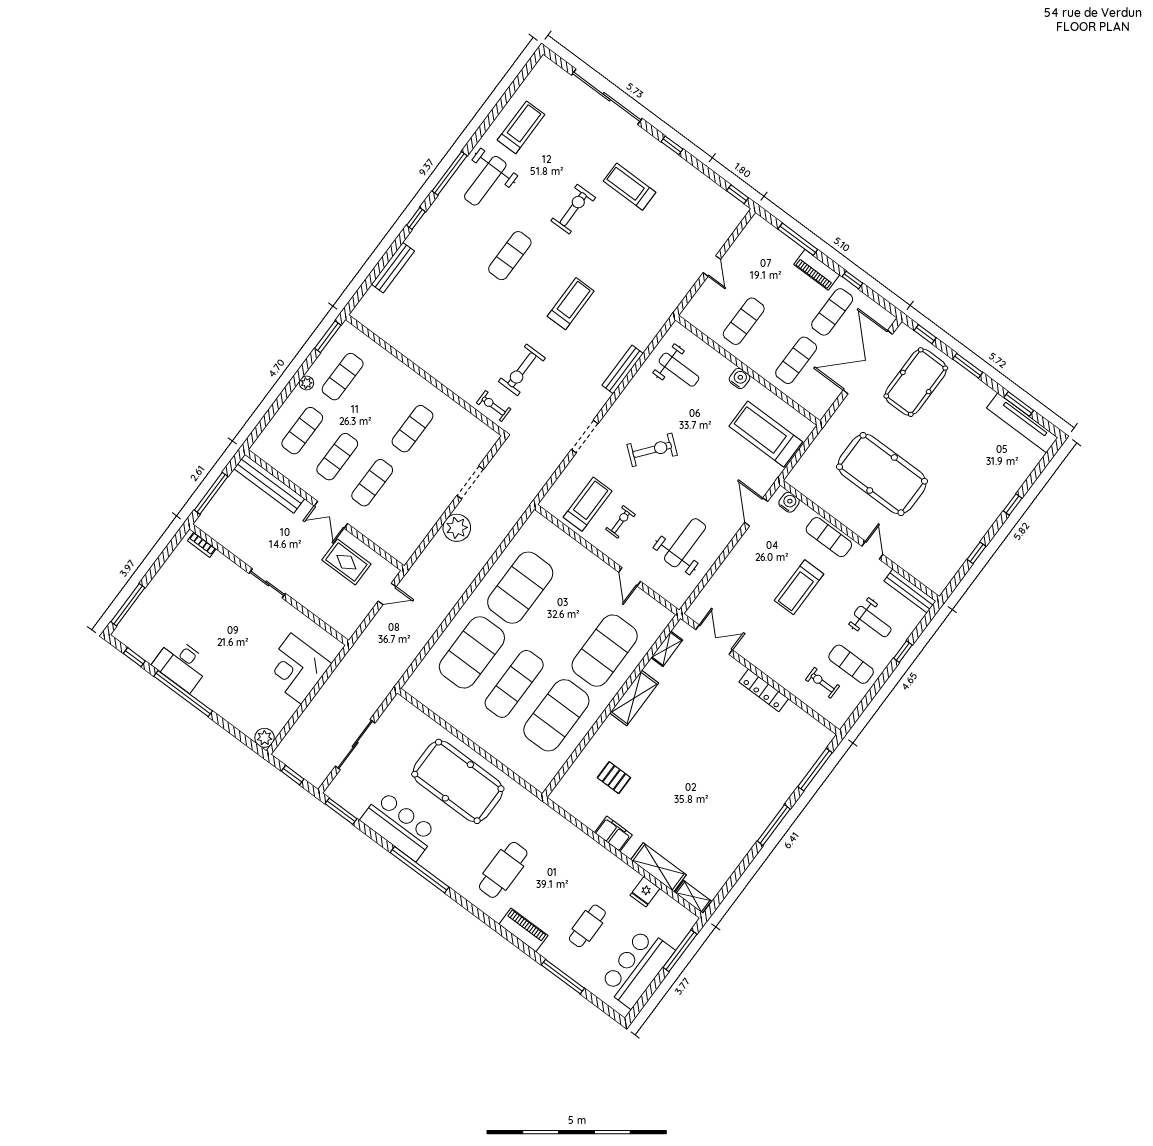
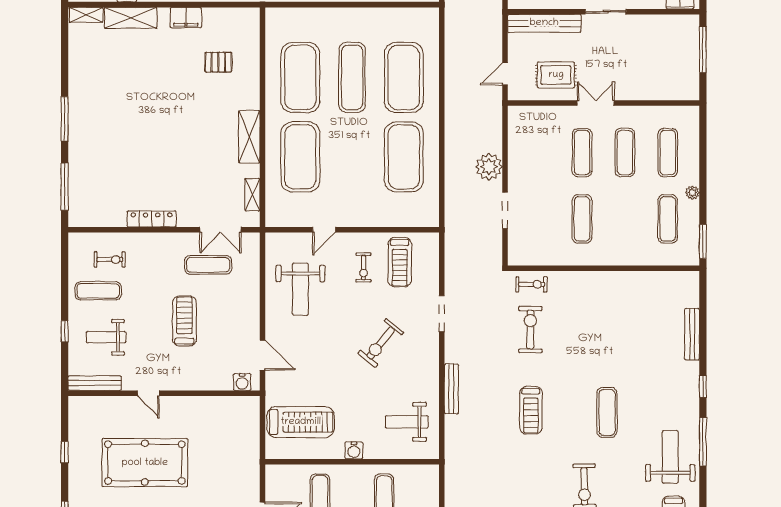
pool table: (882, 474) -> (145, 463), moved
bench: (269, 484) -> (544, 23), moved
exercise mat: (829, 537) -> (208, 265), moved
door: (630, 577) -> (324, 230), swing flipped

